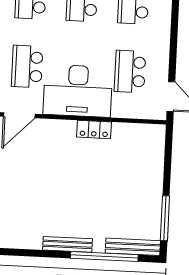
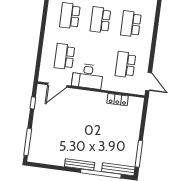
desk: (78, 91) -> (88, 76), width x0.73, depth x0.77
locker: (94, 130) -> (118, 100), moved

